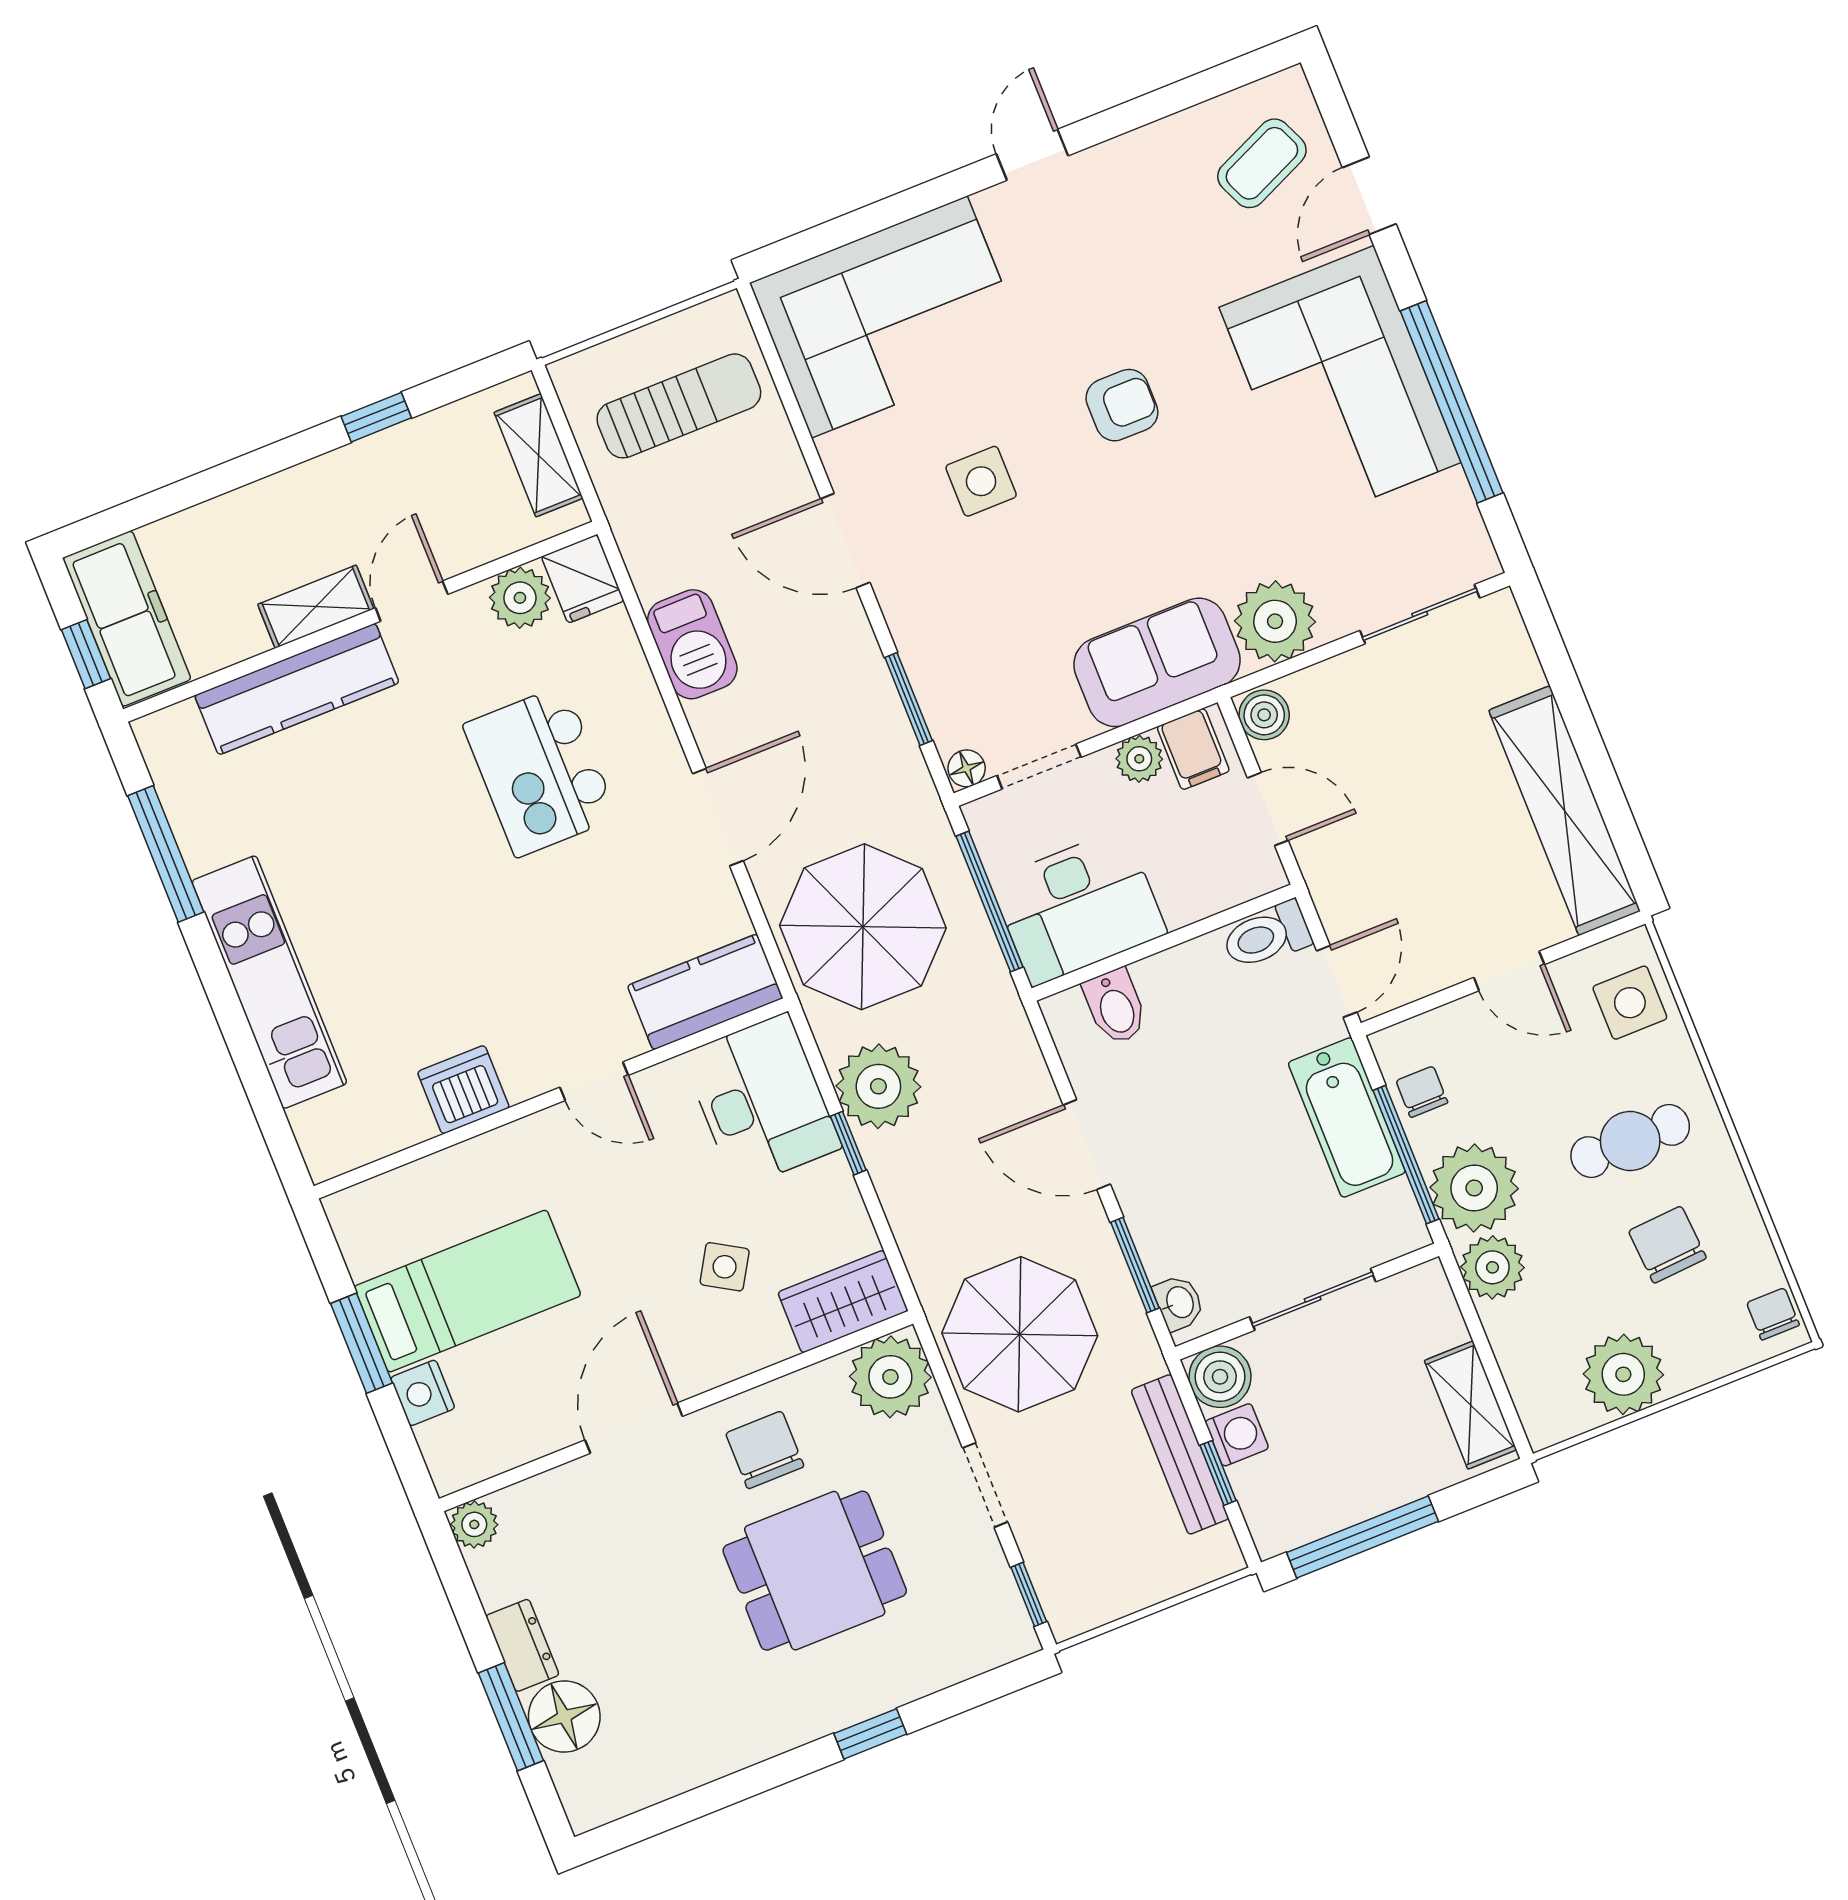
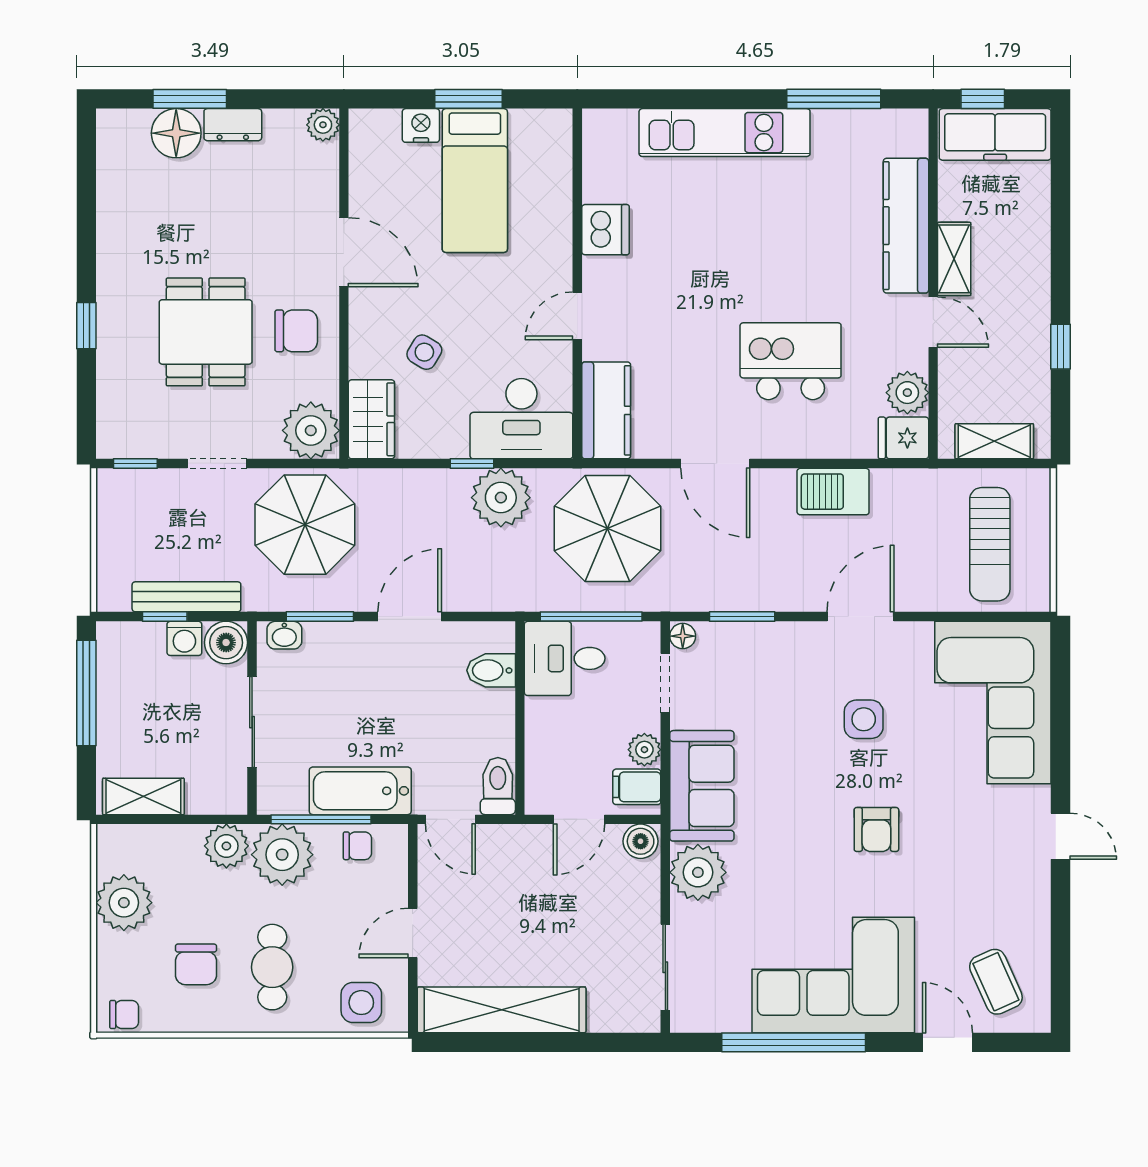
desk: (1078, 907) -> (565, 658), width x0.73
chair: (1667, 1245) -> (196, 964), turned 94

